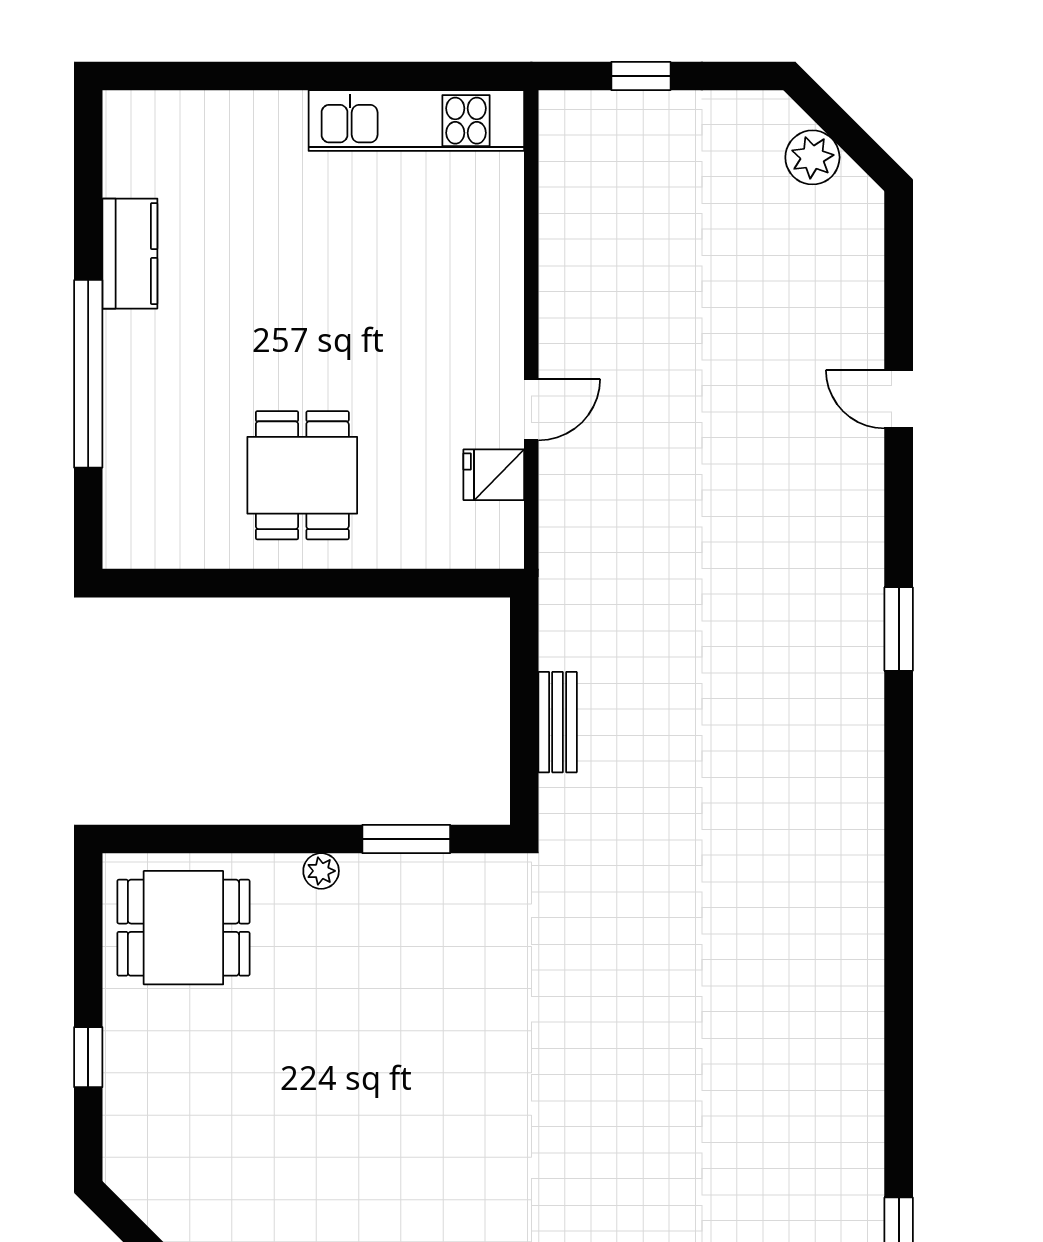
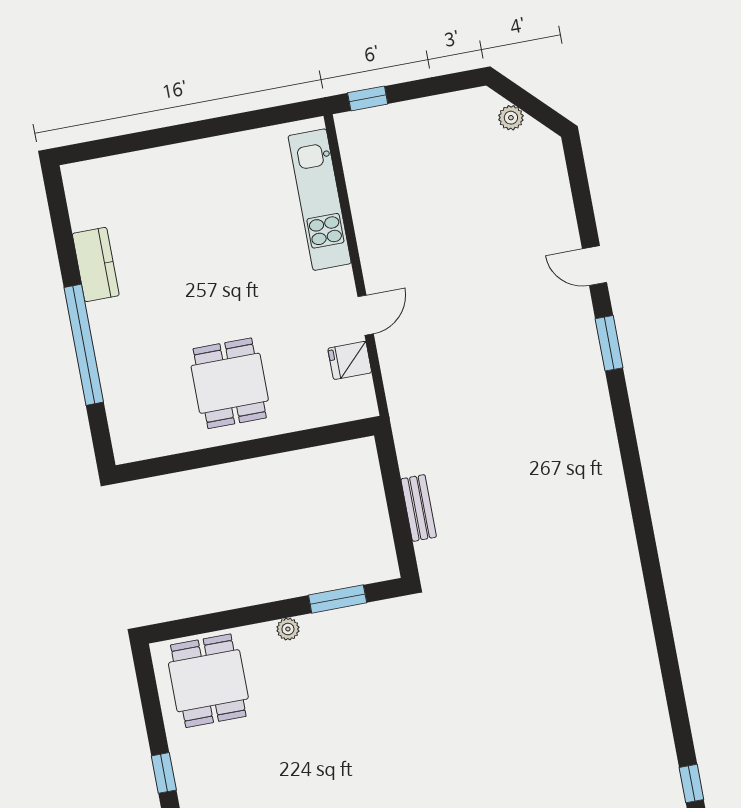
window: (641, 76) -> (368, 98), moved
kitchen unit: (416, 121) -> (320, 200), moved, turned 90
plant: (812, 157) -> (511, 118), width x0.73, depth x0.73
window: (899, 629) -> (609, 343), moved
dining table: (183, 928) -> (208, 681), turned 90

